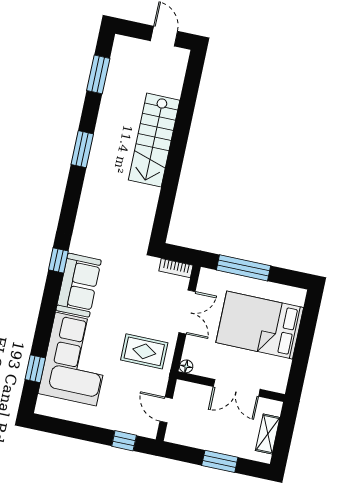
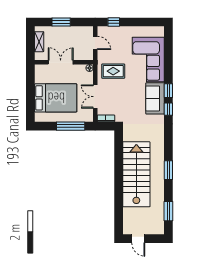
stairs: (154, 140) -> (136, 174), width x1.36, depth x1.51
window: (35, 369) -> (168, 91), moved

